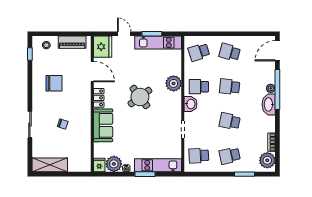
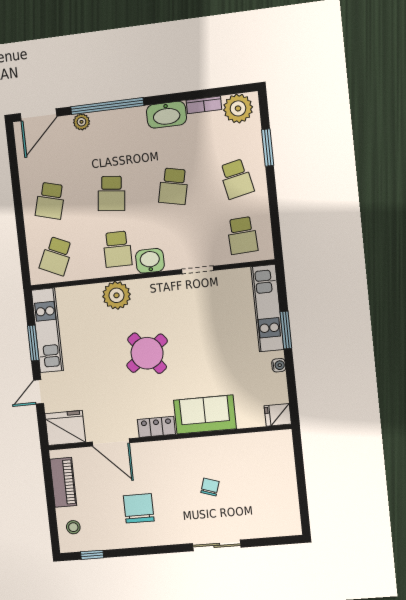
door: (277, 51) -> (38, 115), hinge flipped
school desk: (199, 52) -> (56, 256), turned 42
door: (92, 72) -> (111, 442), swing flipped
plant: (271, 88) -> (81, 122), moved
washbasin: (269, 104) -> (166, 115), moved
plant: (114, 164) -> (273, 389), removed
shelving: (50, 165) -> (286, 504), removed

